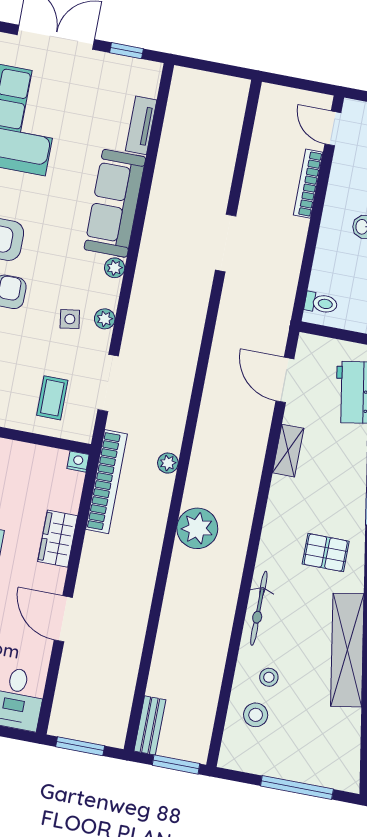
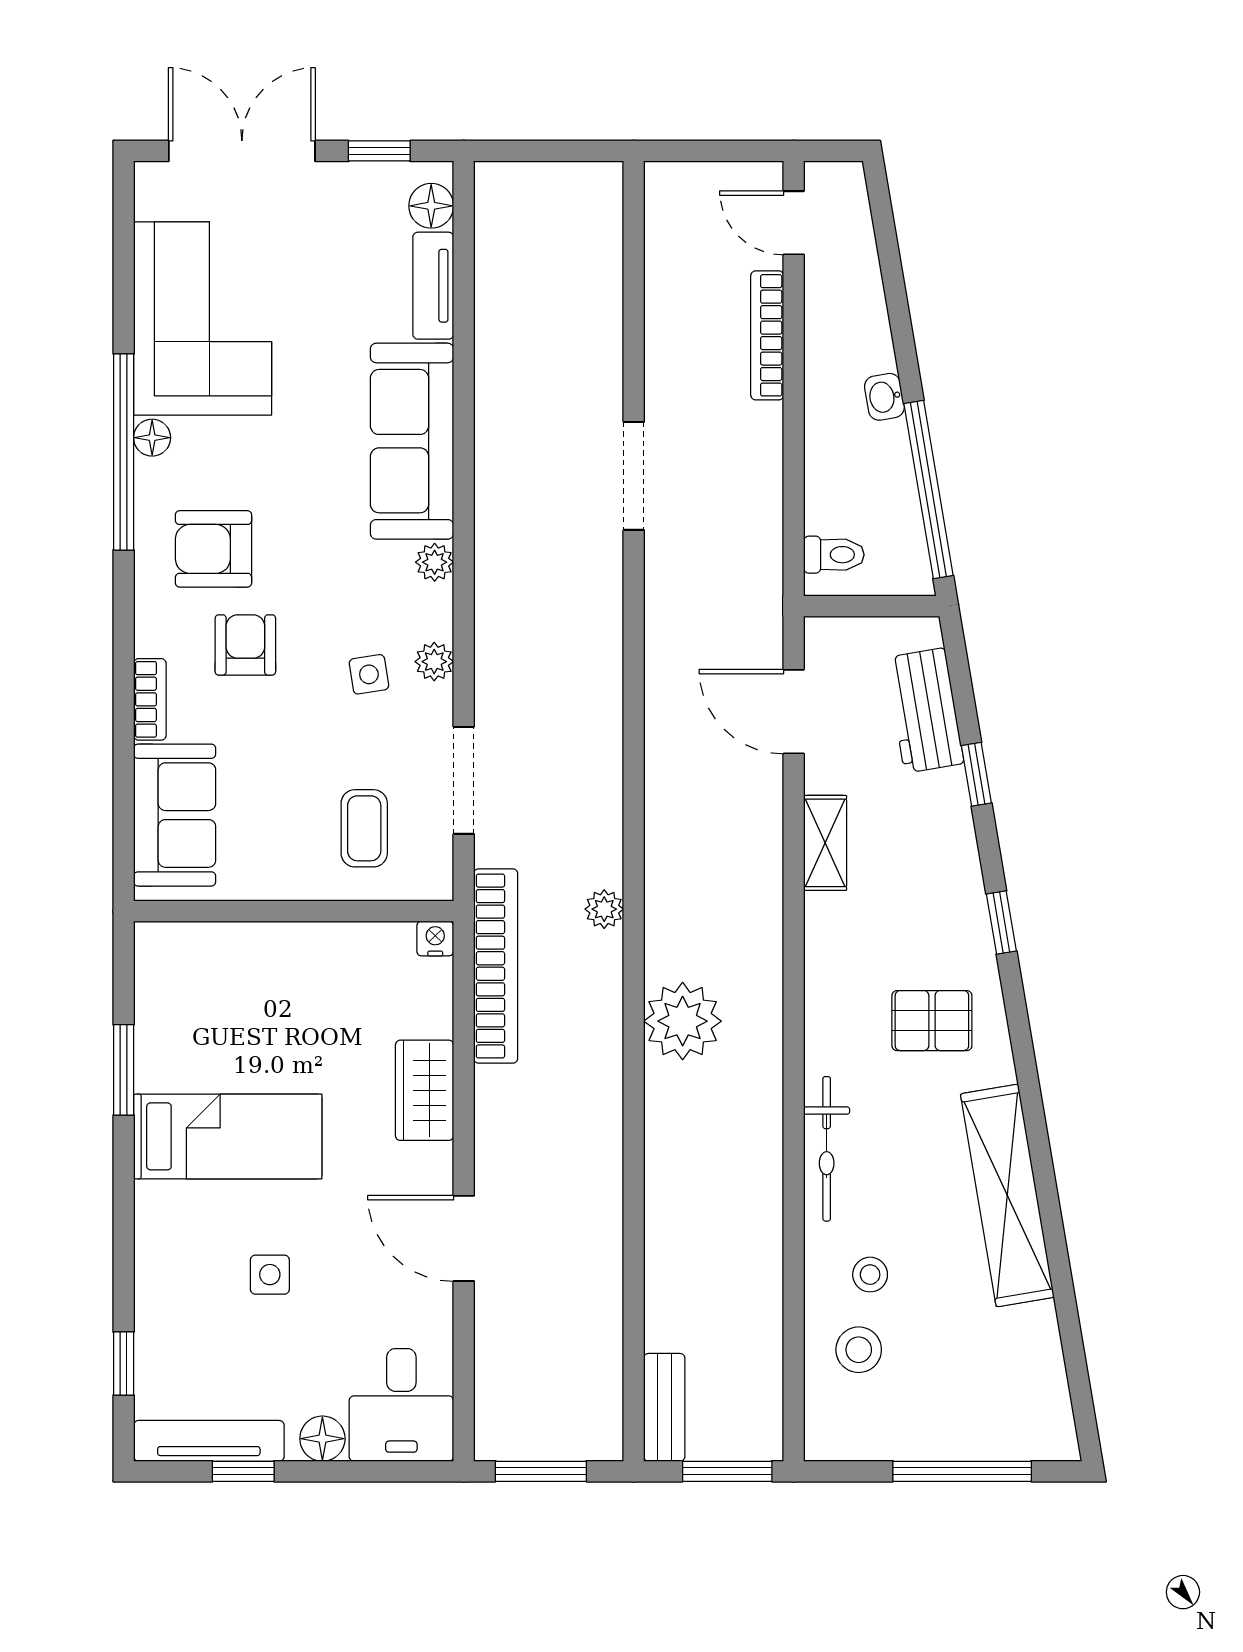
floor lamp: (148, 84) -> (431, 206), added

